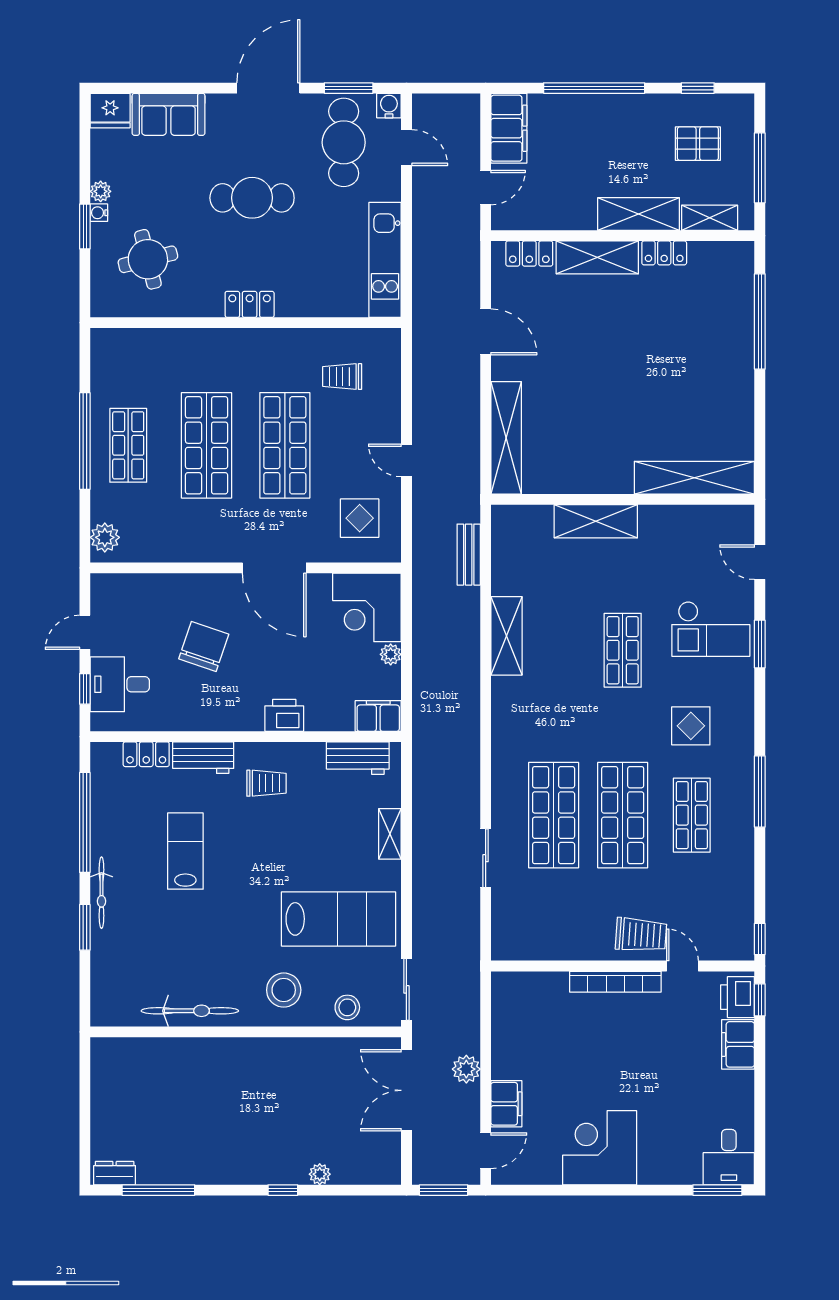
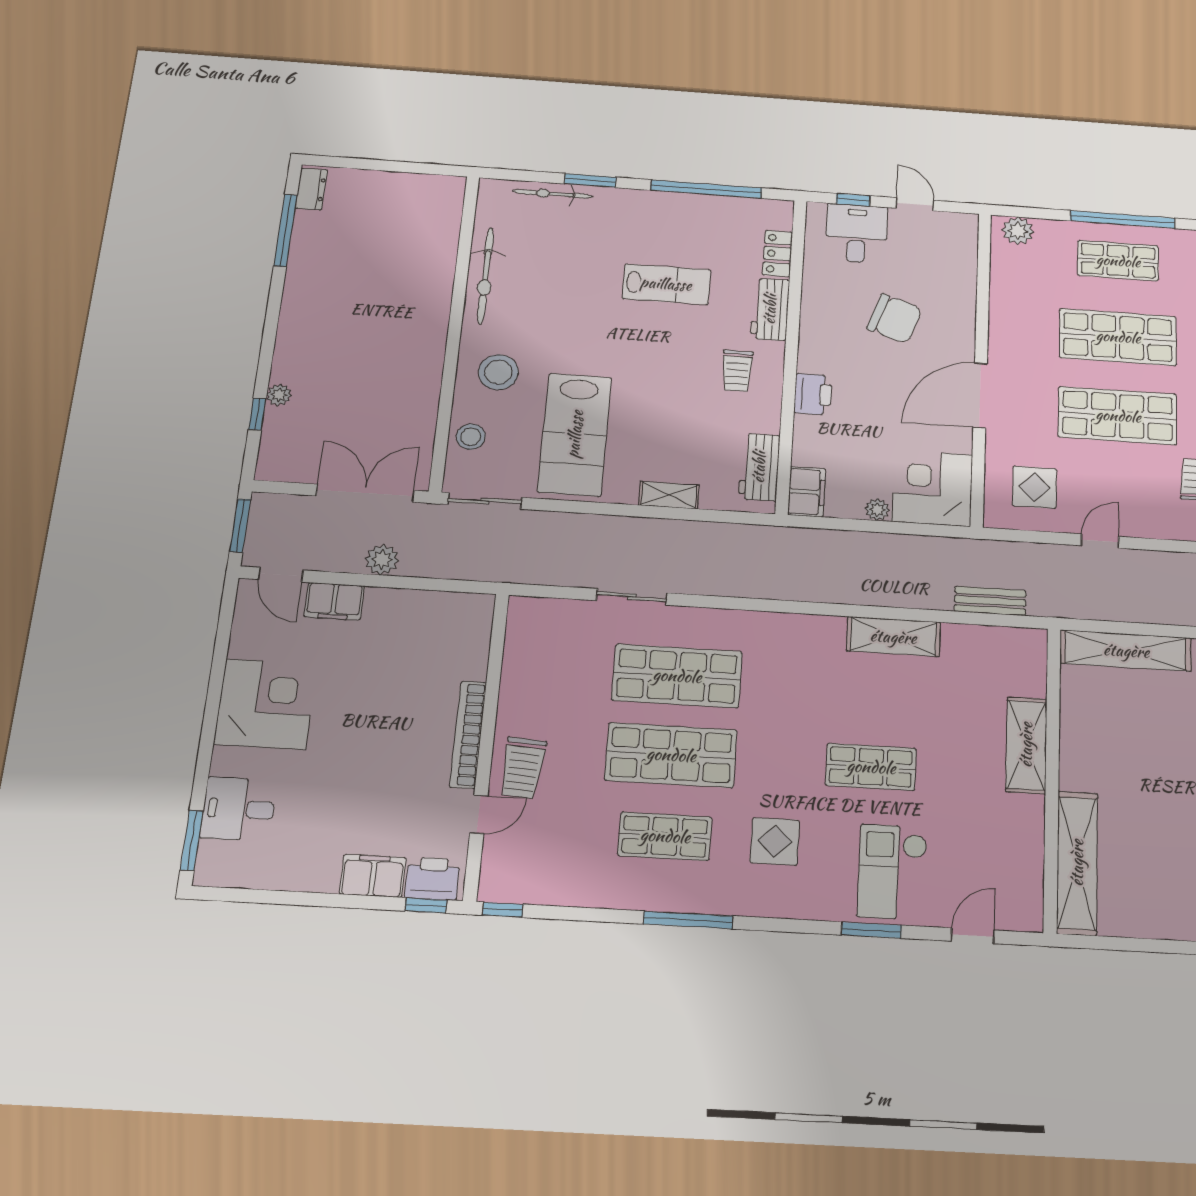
bicycle: (101, 893) -> (553, 194), moved
desk: (729, 1157) -> (238, 809), moved
window: (283, 1190) -> (257, 414), moved

